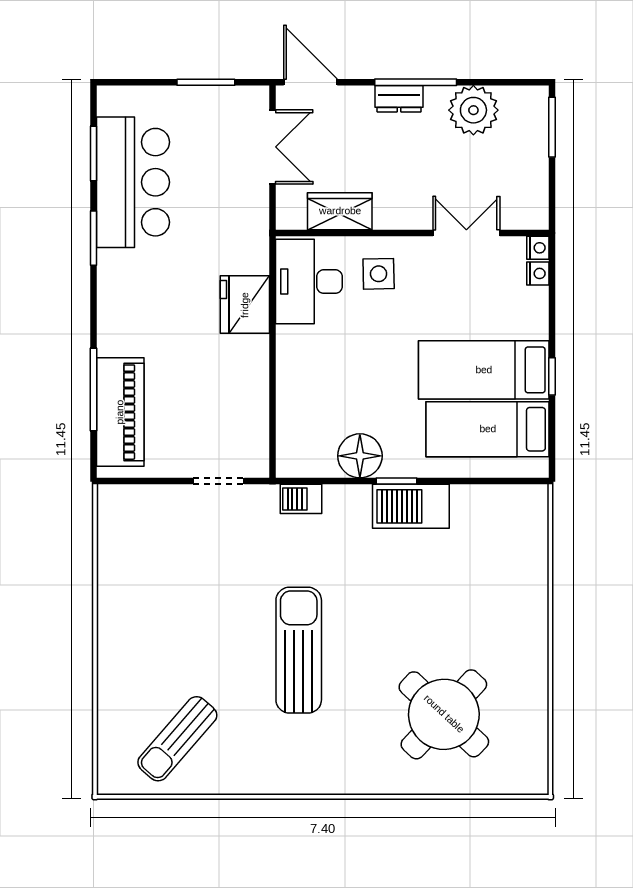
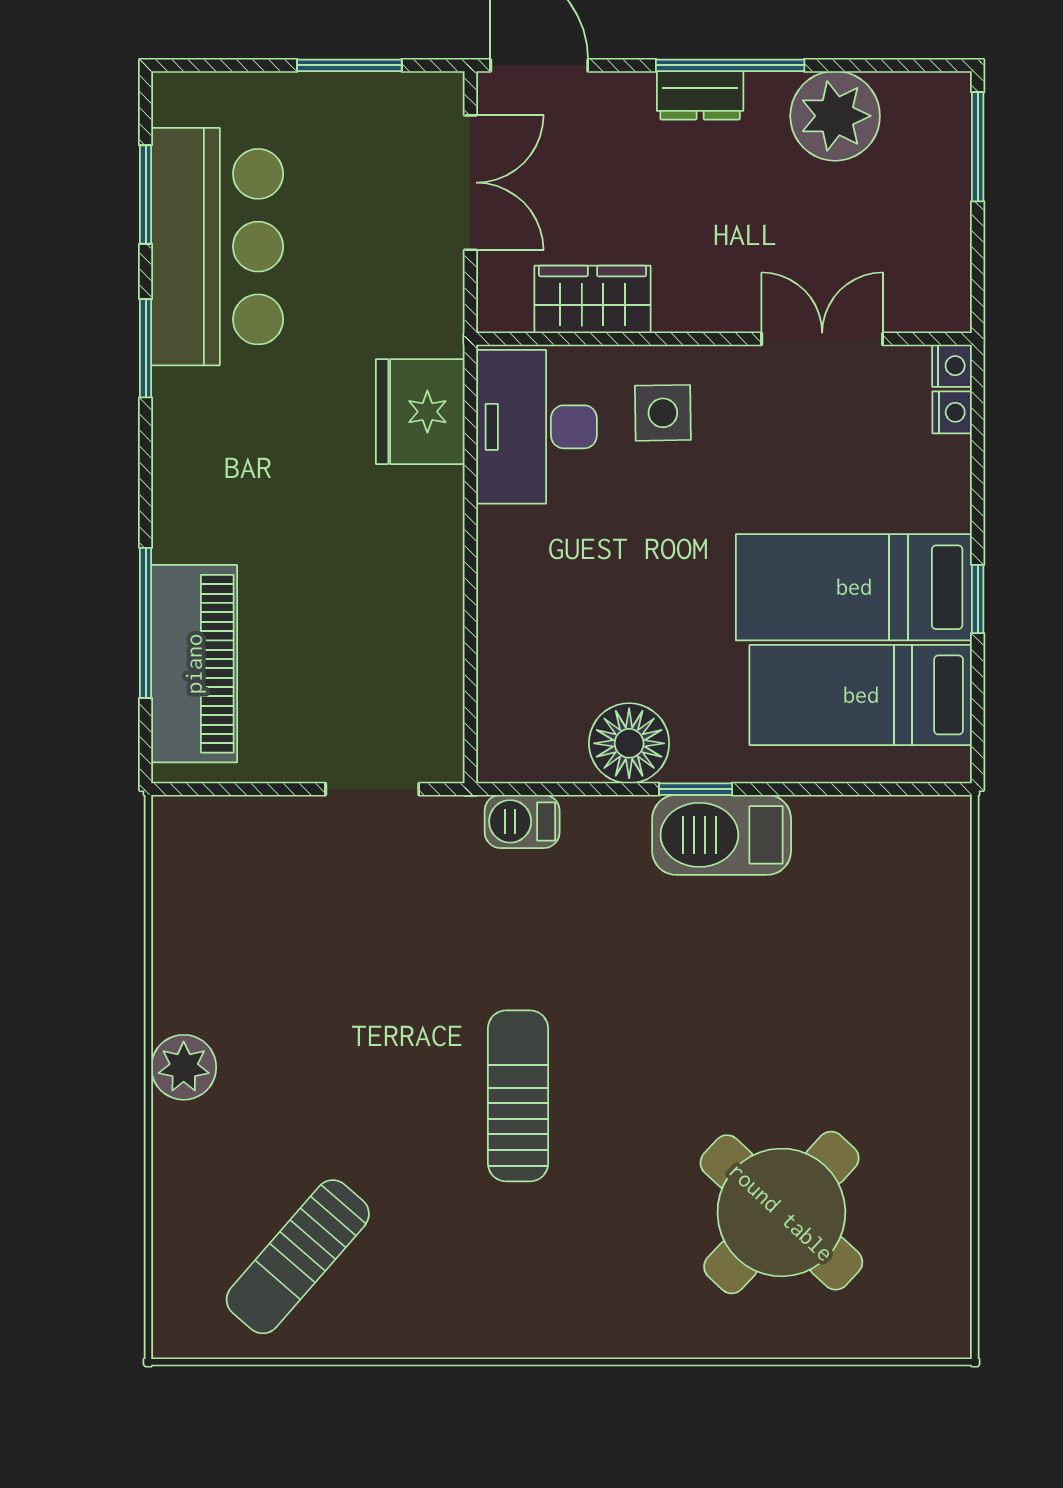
fridge: (245, 305) -> (420, 412), moved
plant: (115, 634) -> (184, 1067), added
sun lounger: (299, 650) -> (518, 1096), width x0.73, depth x0.75

